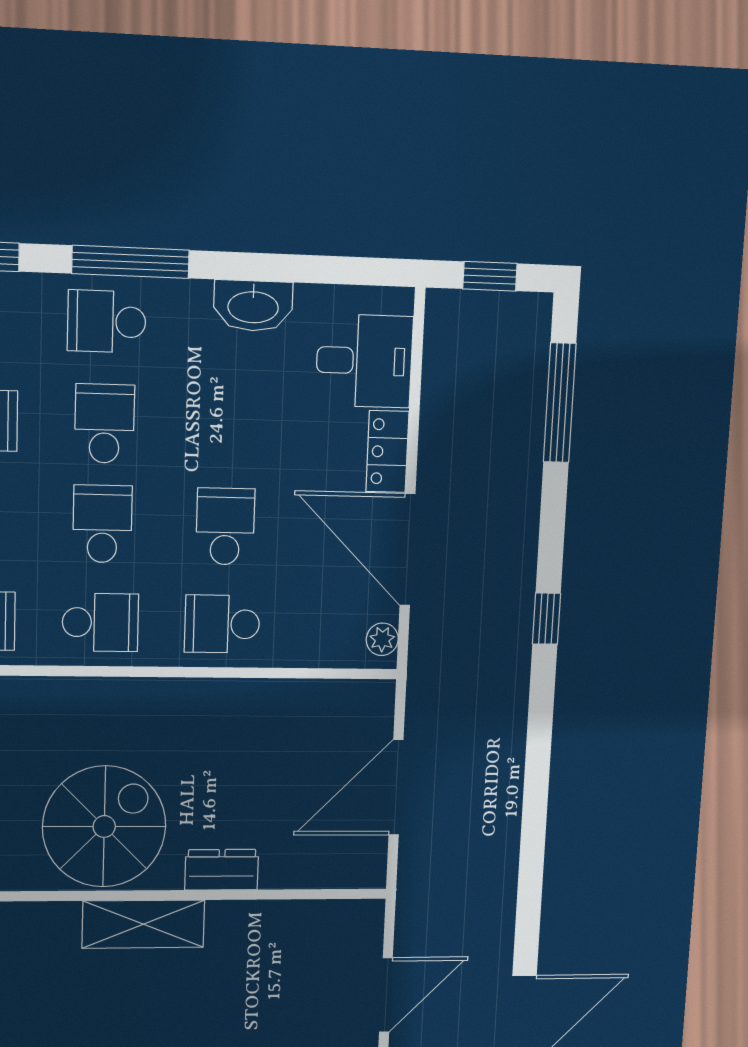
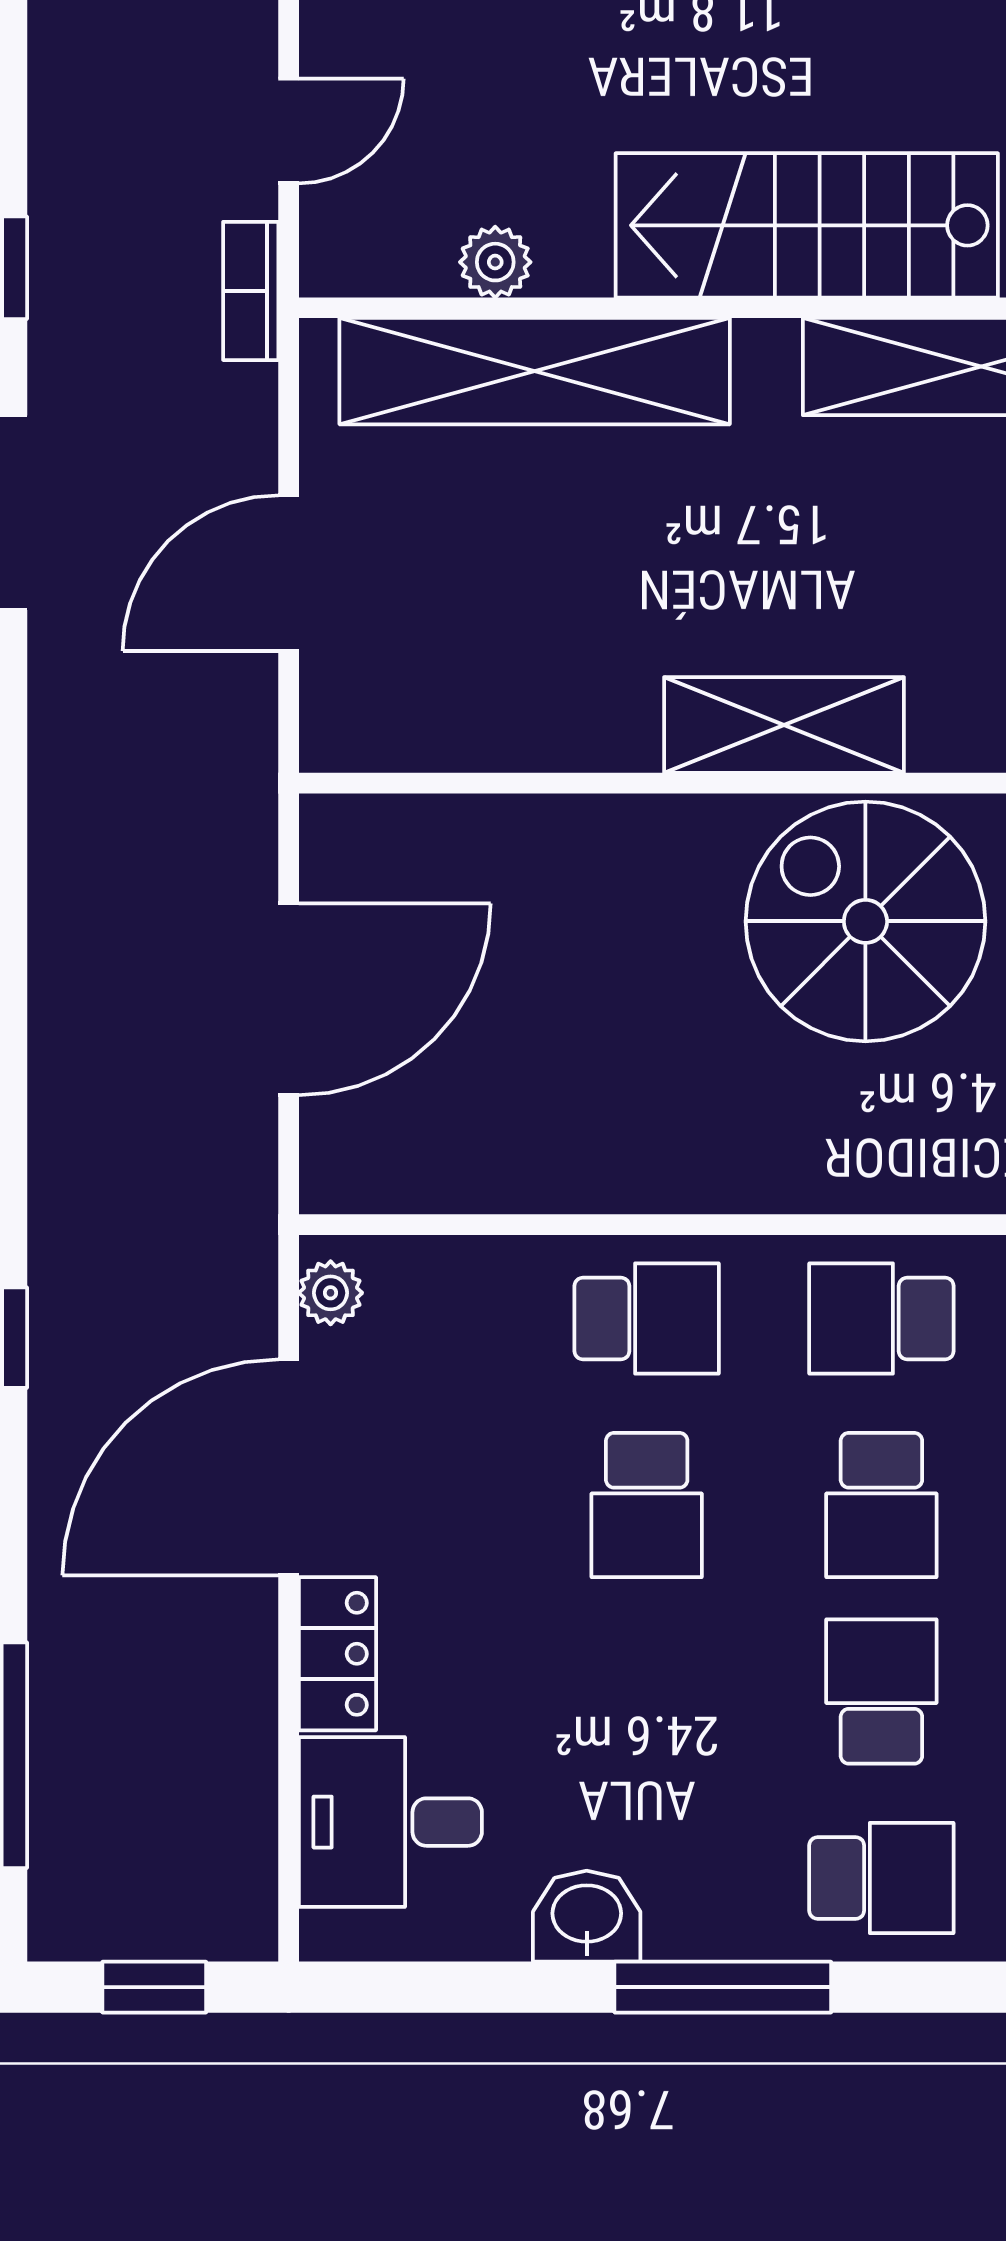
window: (131, 262) -> (723, 1987), moved
washbasin: (253, 306) -> (587, 1916), width x0.72
school desk: (105, 424) -> (881, 1692), turned 180
door: (408, 550) -> (289, 1467), swing flipped
spiral stairs: (104, 826) -> (865, 921), turned 90
dresser: (222, 870) -> (632, 834), removed

